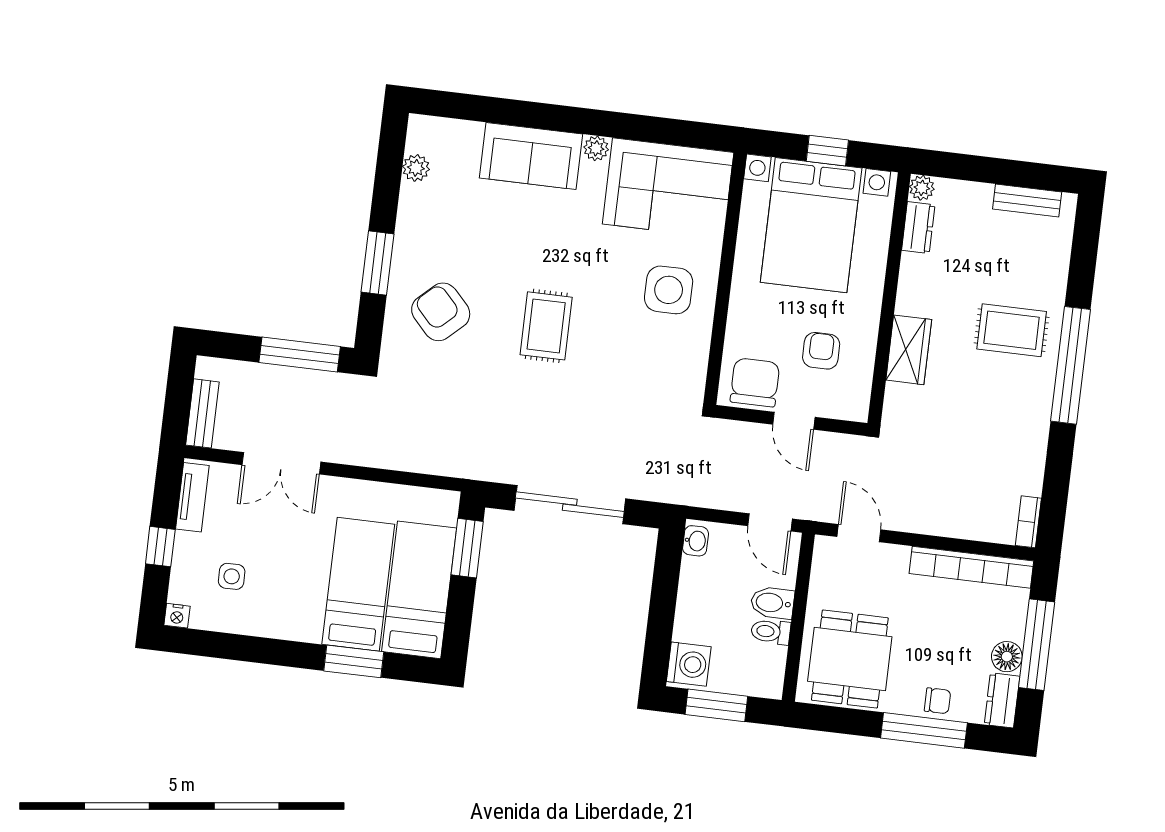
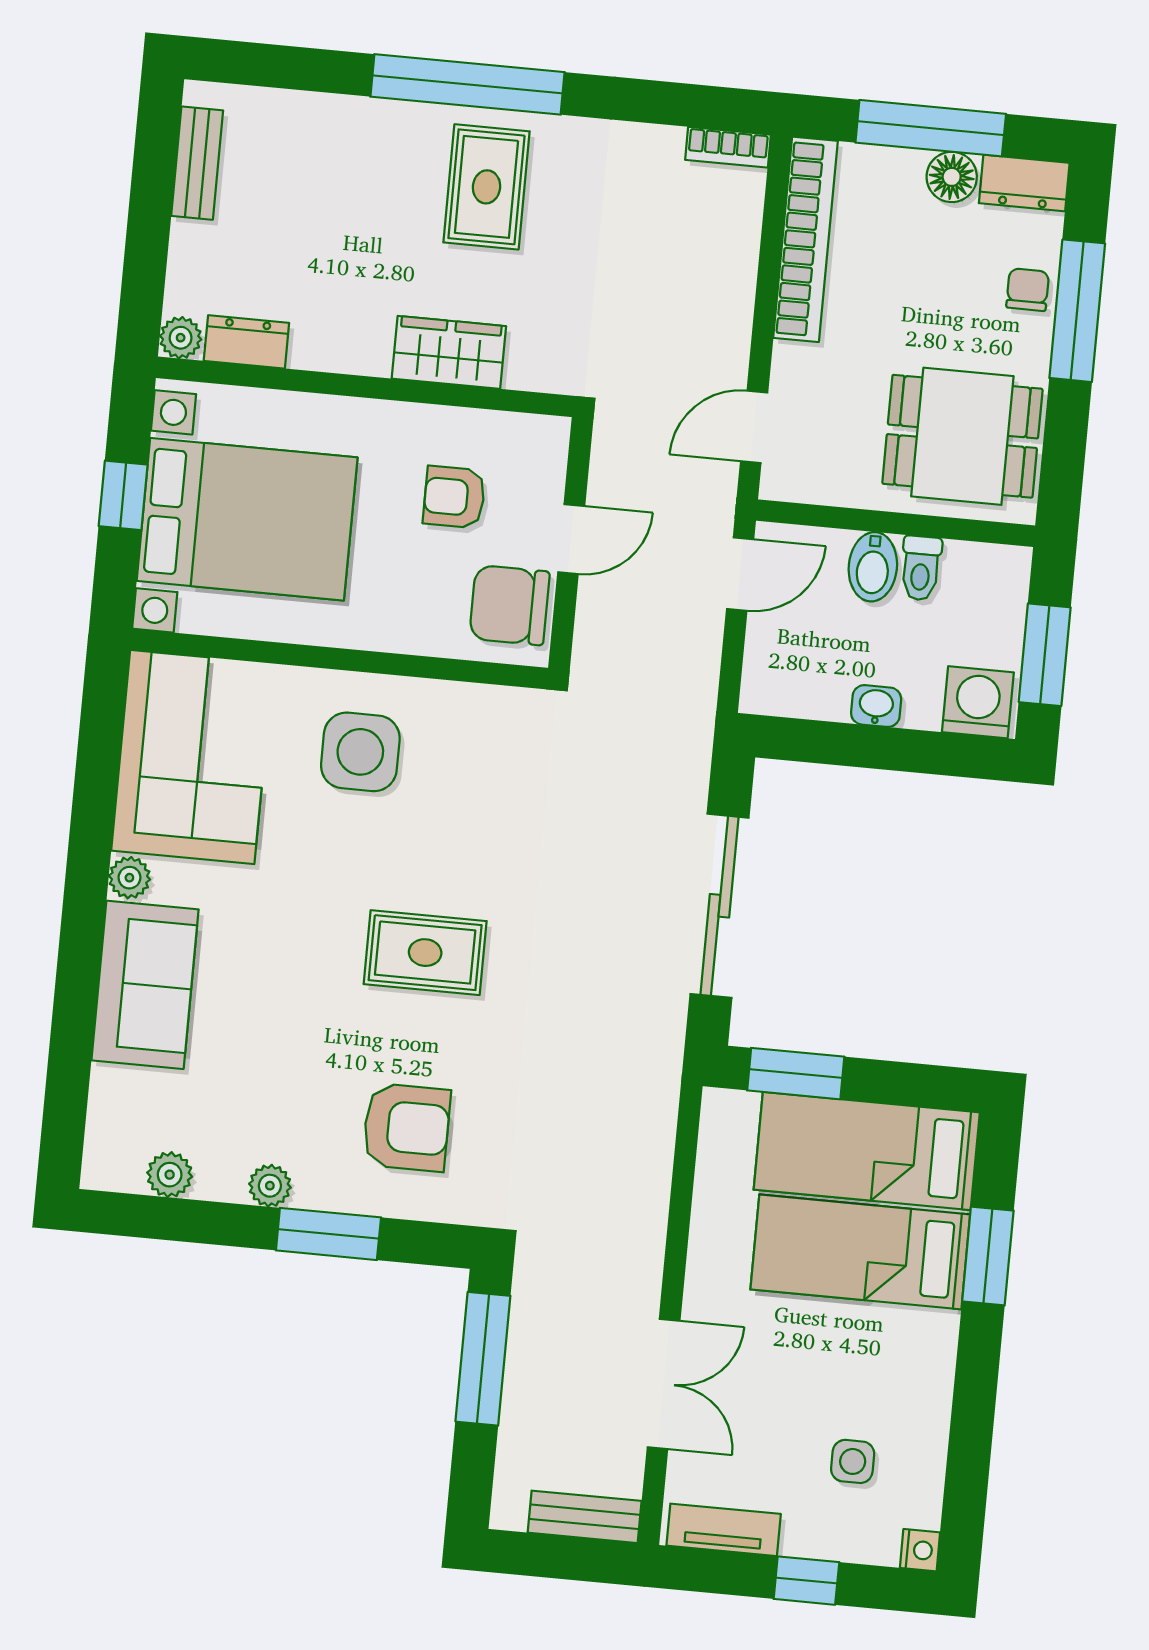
plant: (408, 228) -> (270, 1186), added
armchair: (441, 312) -> (406, 1127), turned -137
rug: (1012, 330) -> (486, 187), moved
washbasin: (696, 541) -> (876, 706), moved

